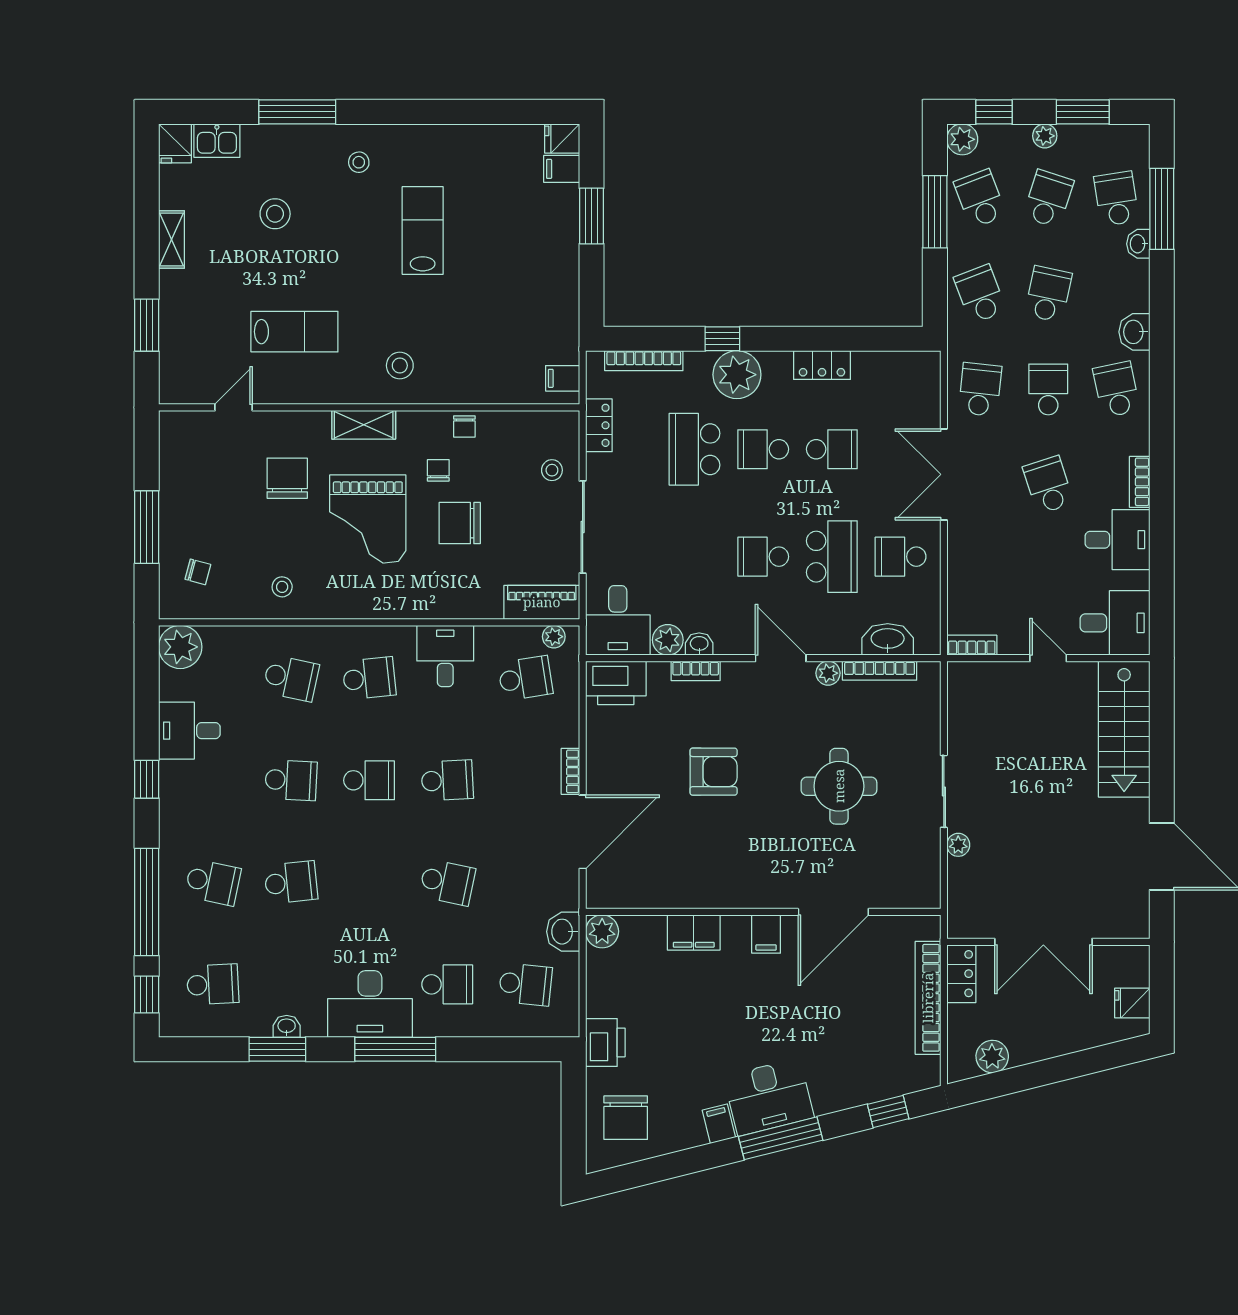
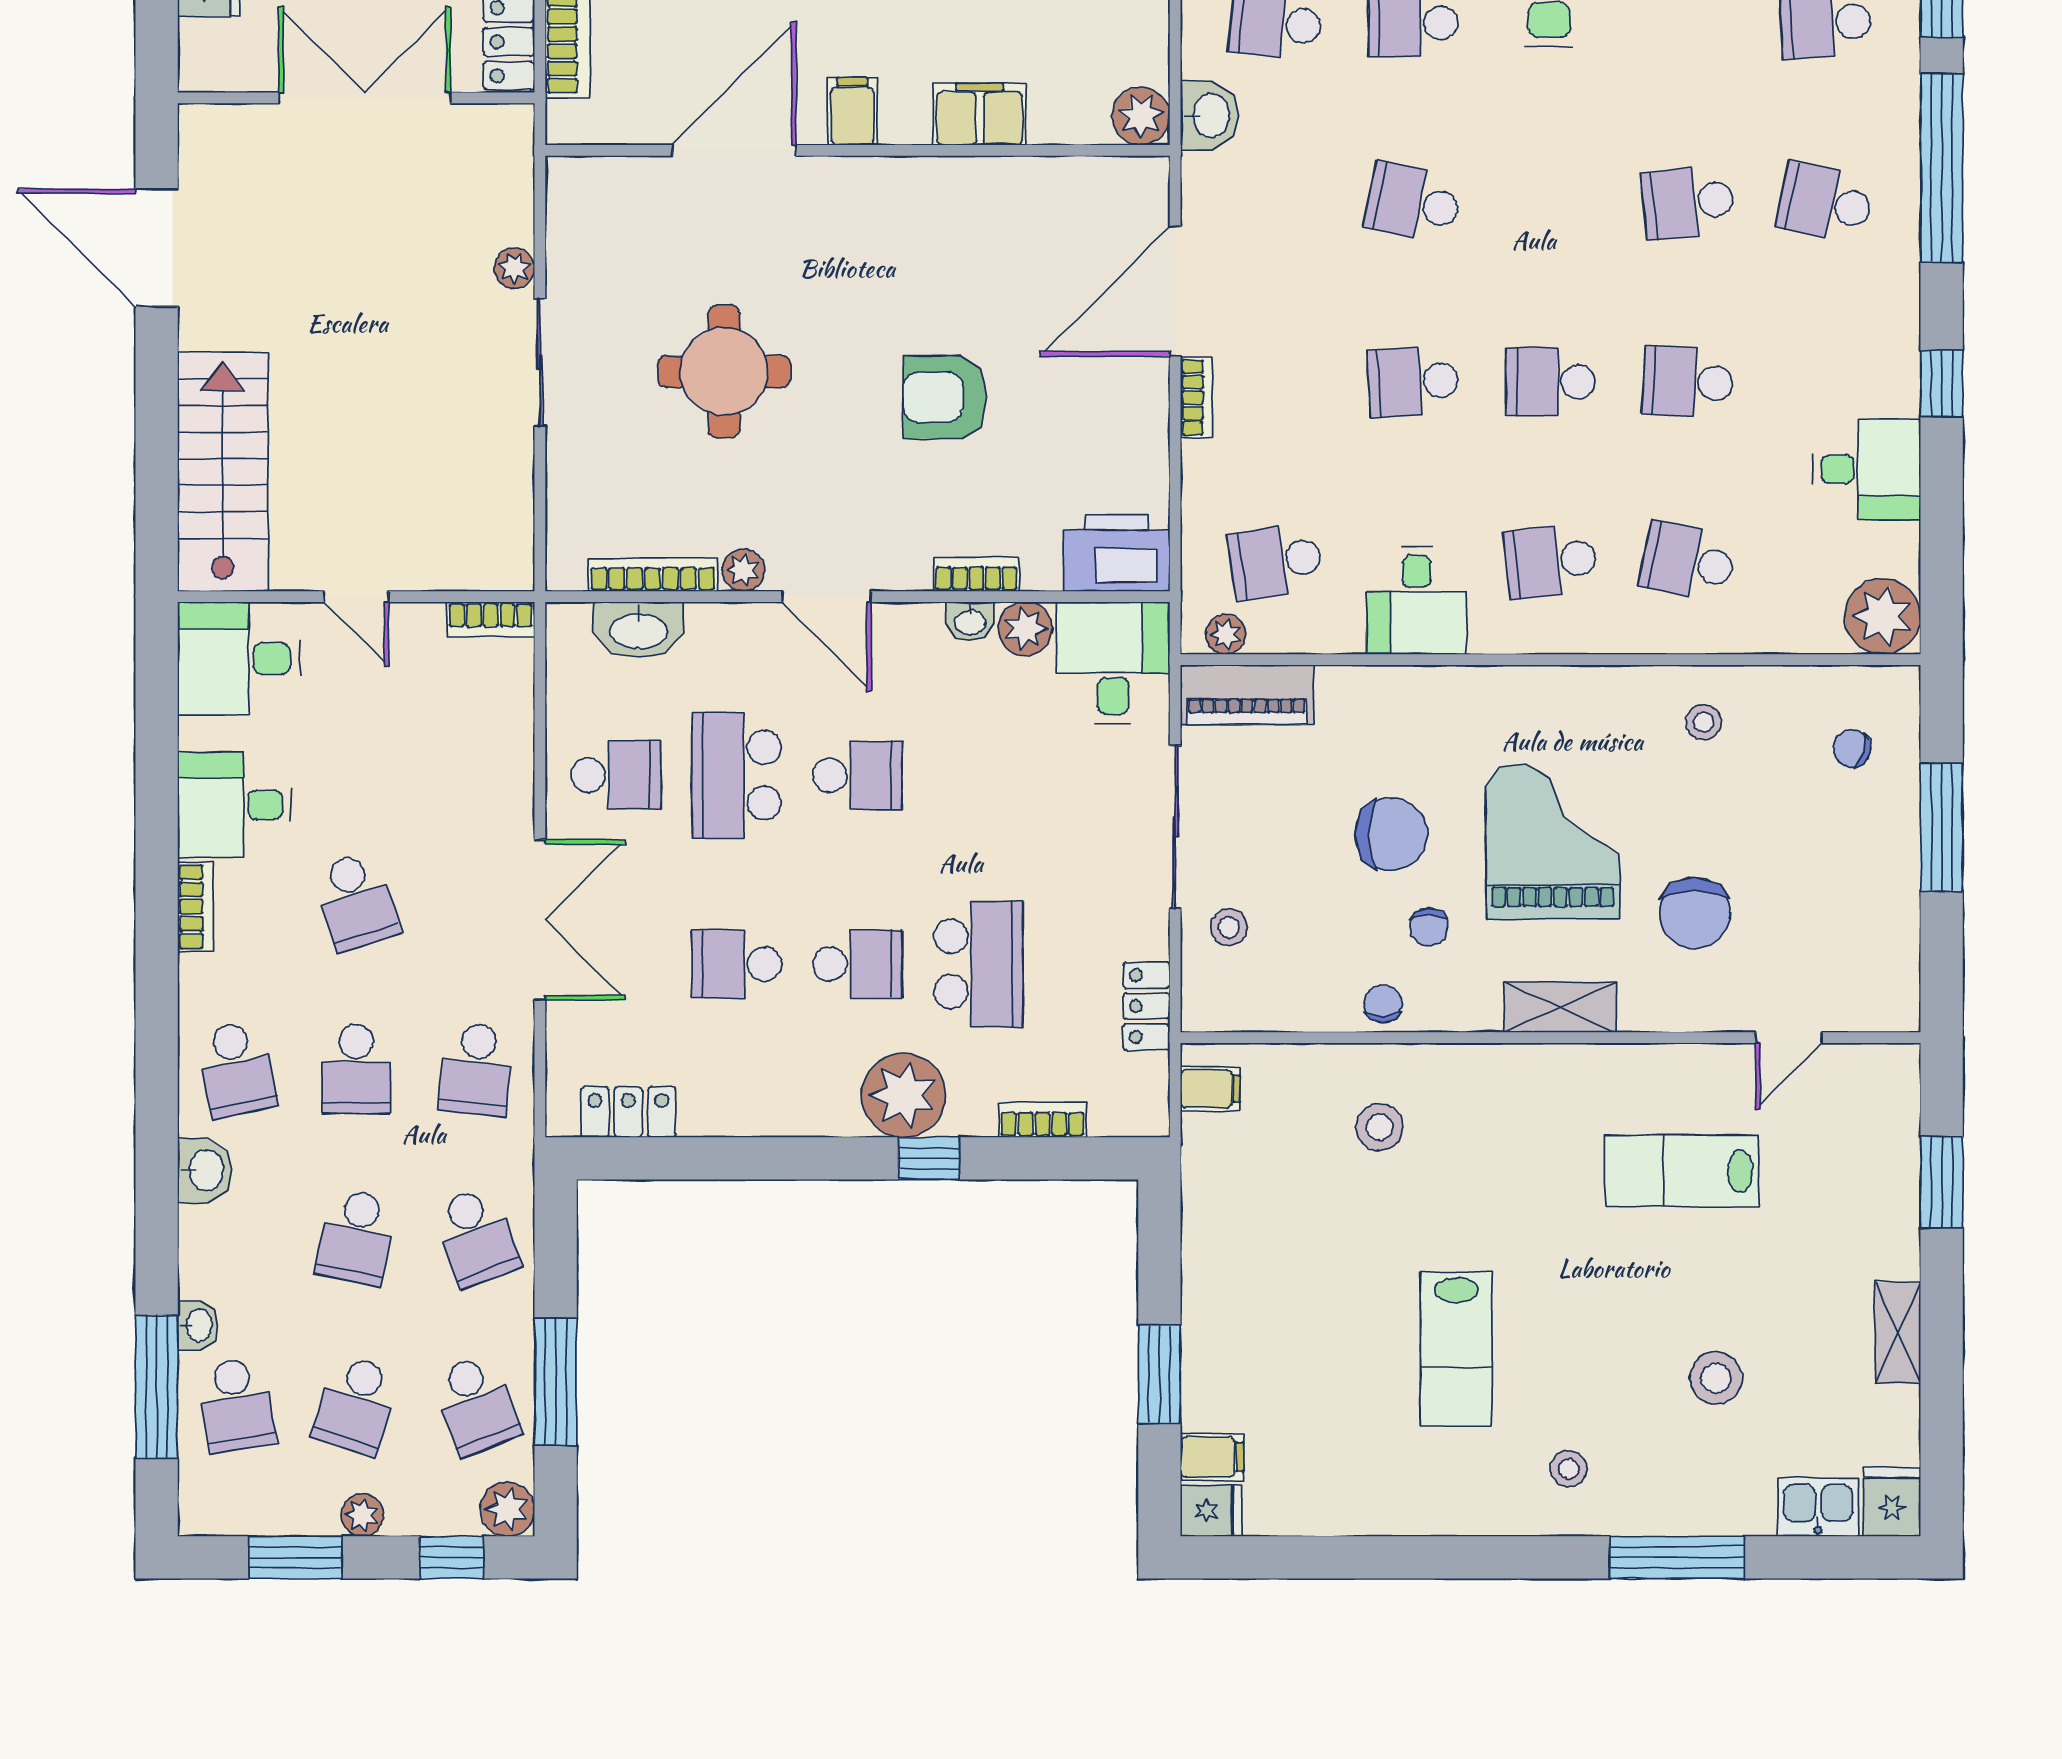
bookcase: (644, 361) -> (1043, 1120), width x0.64
locker: (822, 365) -> (628, 1112), moved
stool: (400, 366) -> (1379, 1127), moved

